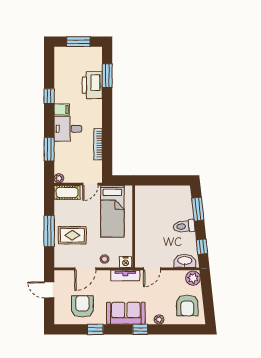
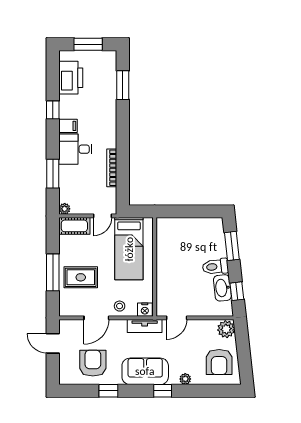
printer: (92, 85) -> (71, 78), moved, turned 180
washbasin: (185, 261) -> (222, 288), moved, turned -96

